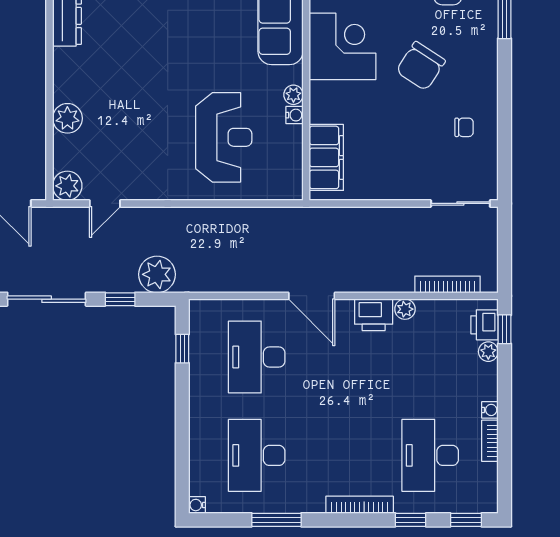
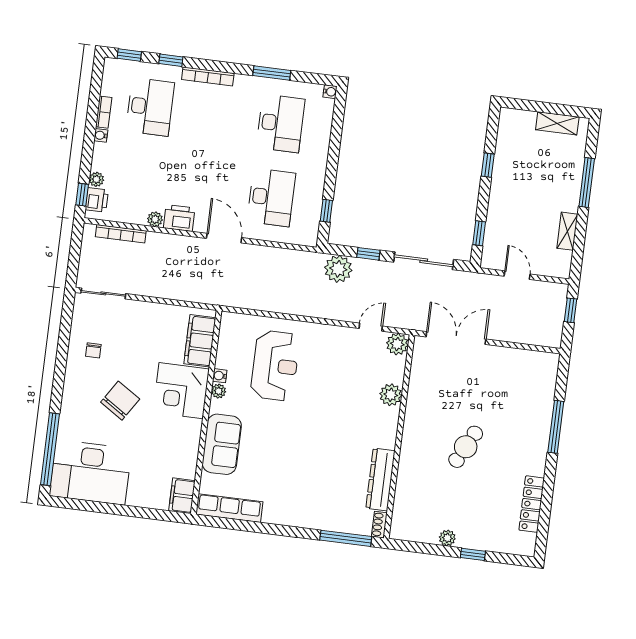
corner desk: (343, 46) -> (181, 391), moved
chair: (464, 127) -> (93, 350), turned -90
reception desk: (224, 137) -> (275, 366), turned 180

